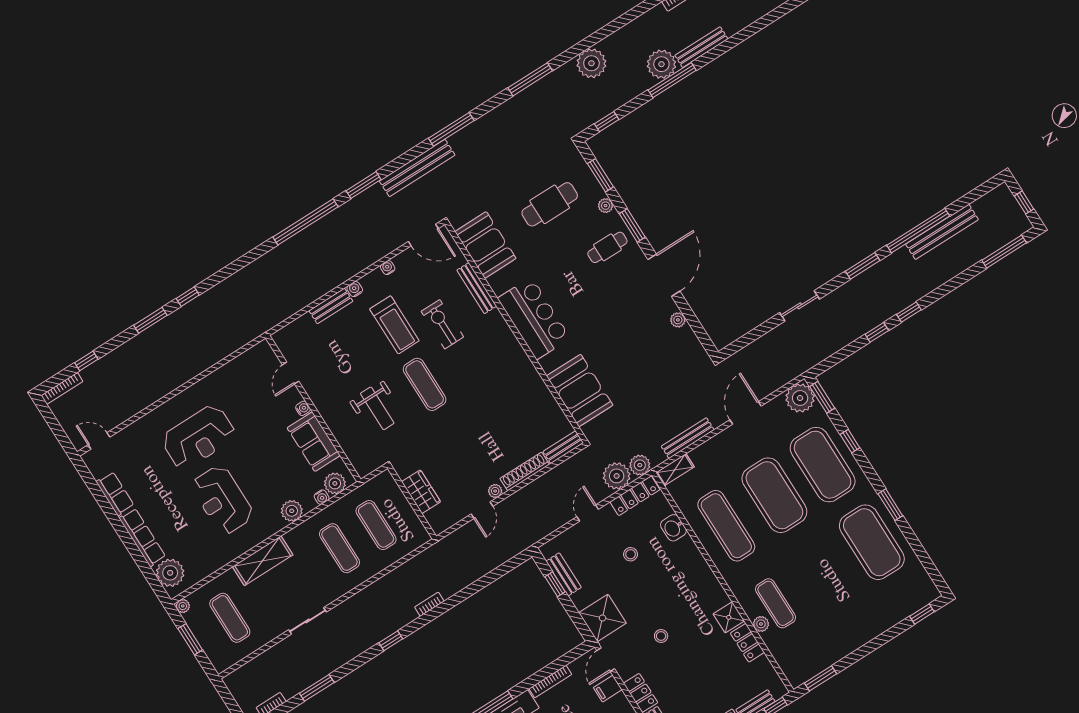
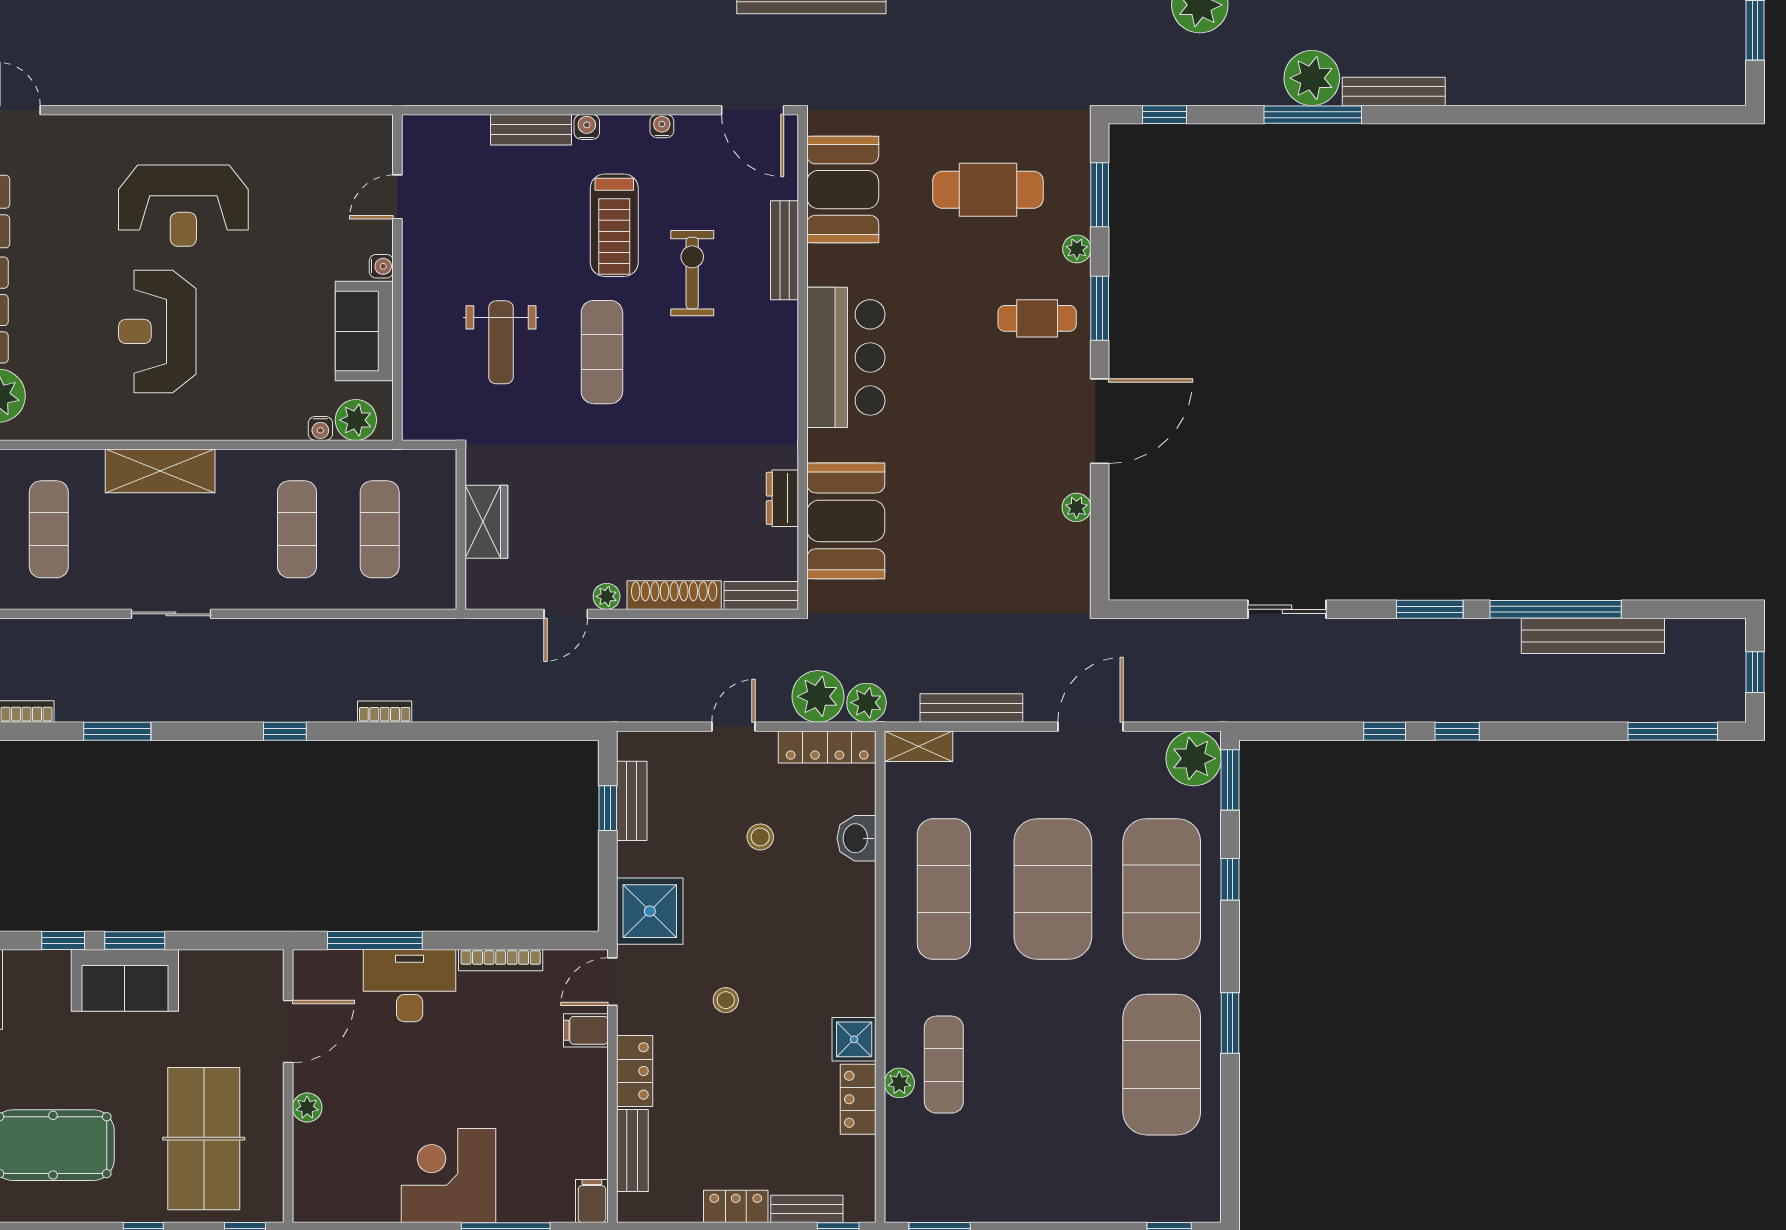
dresser: (545, 398) -> (782, 498), added
plant: (292, 511) -> (258, 420), removed

